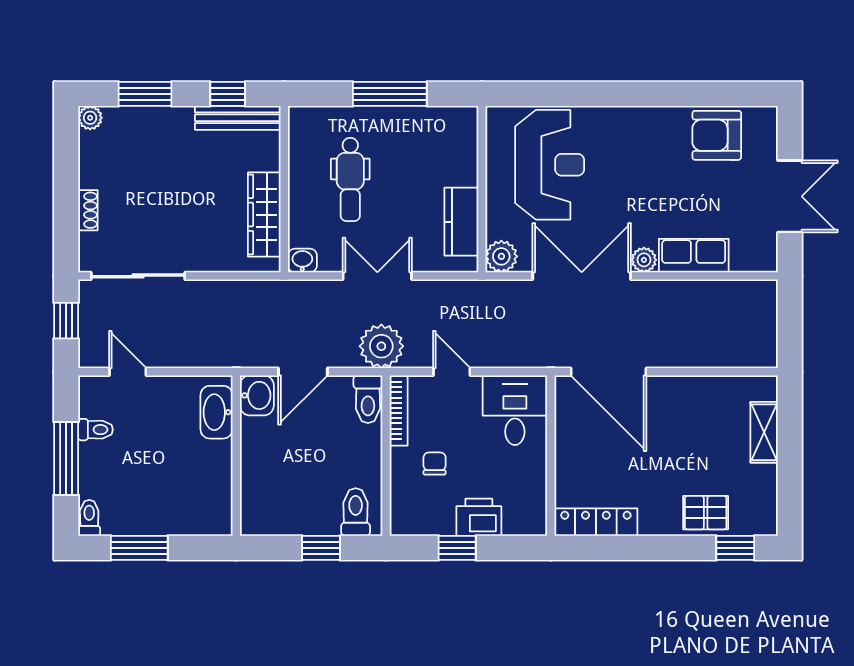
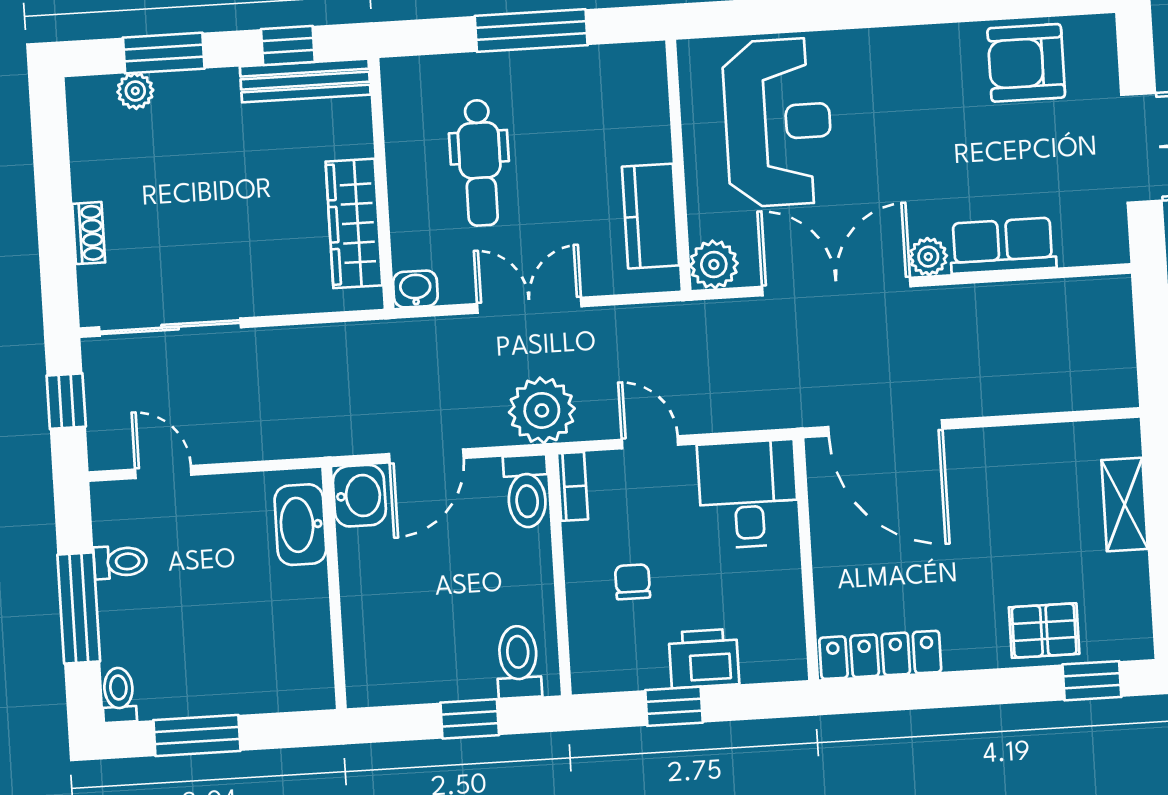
plant: (90, 118) -> (135, 91), moved
bookcase: (399, 410) -> (573, 486), width x0.64

